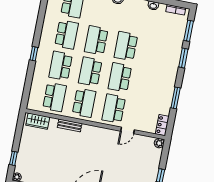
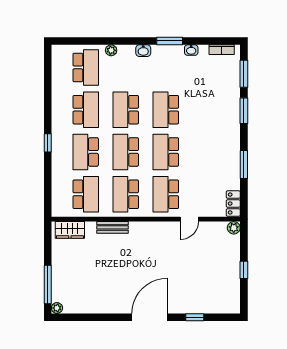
school desk: (84, 103) -> (126, 194), turned 180
window: (13, 158) -> (48, 285), width x2.17

